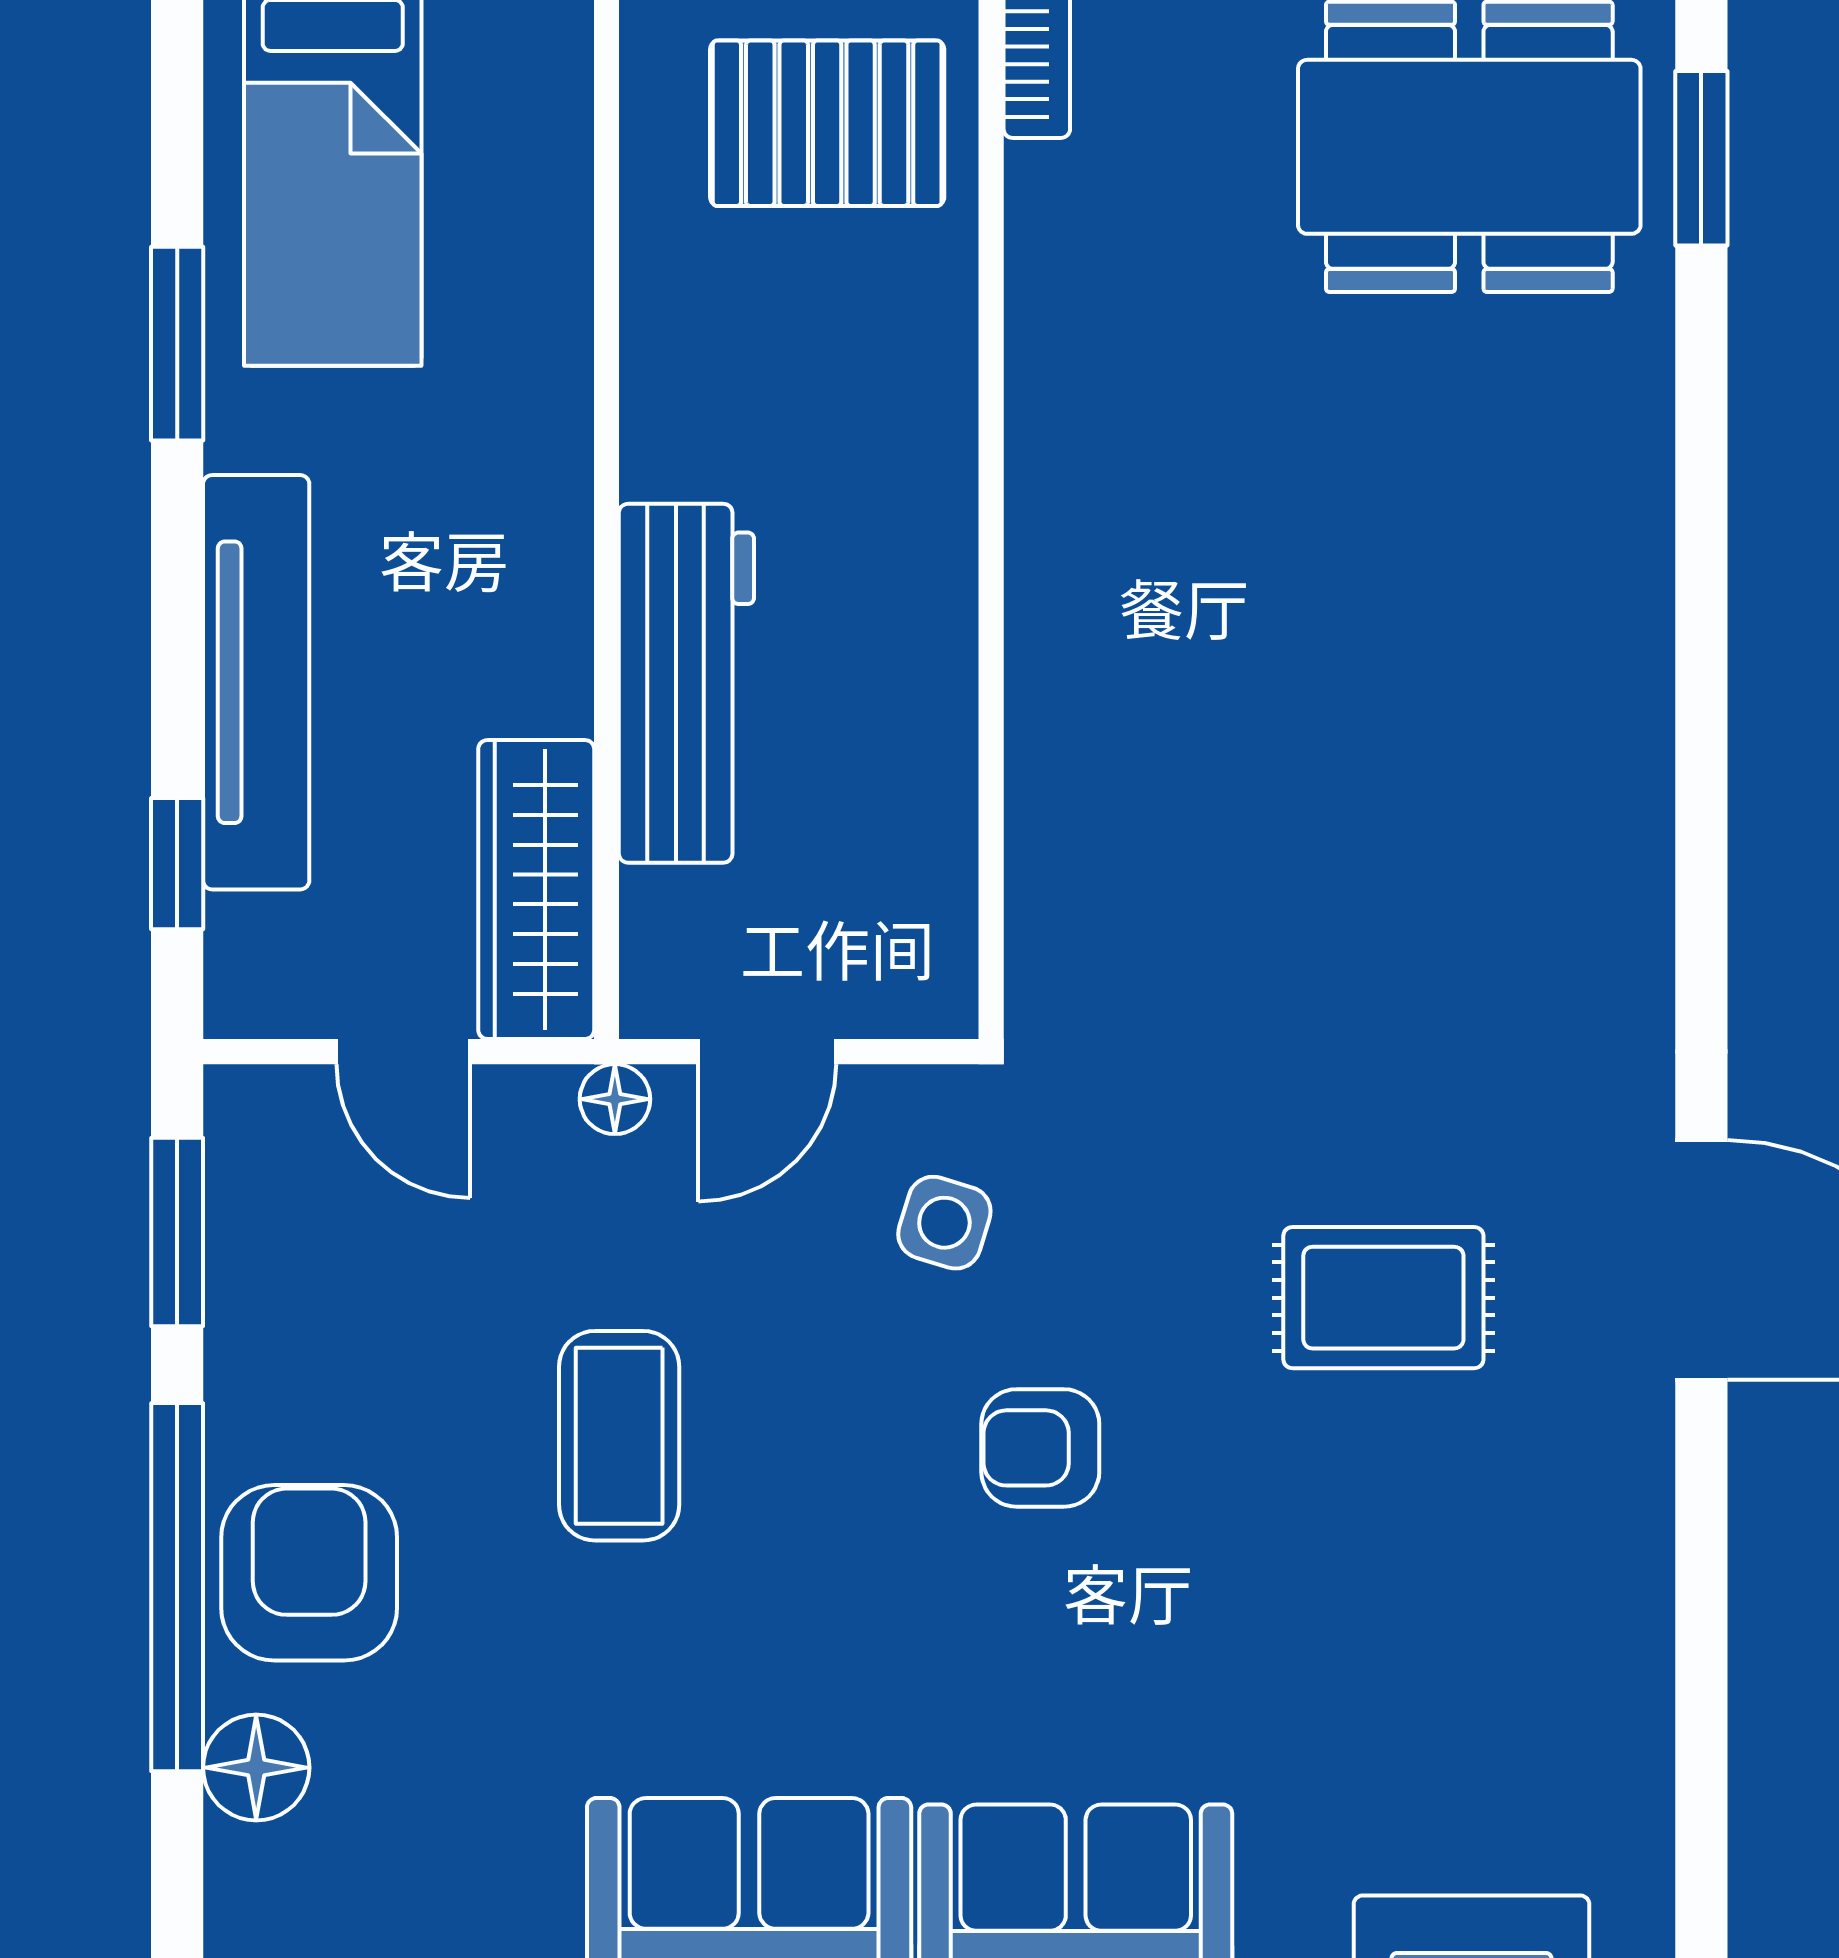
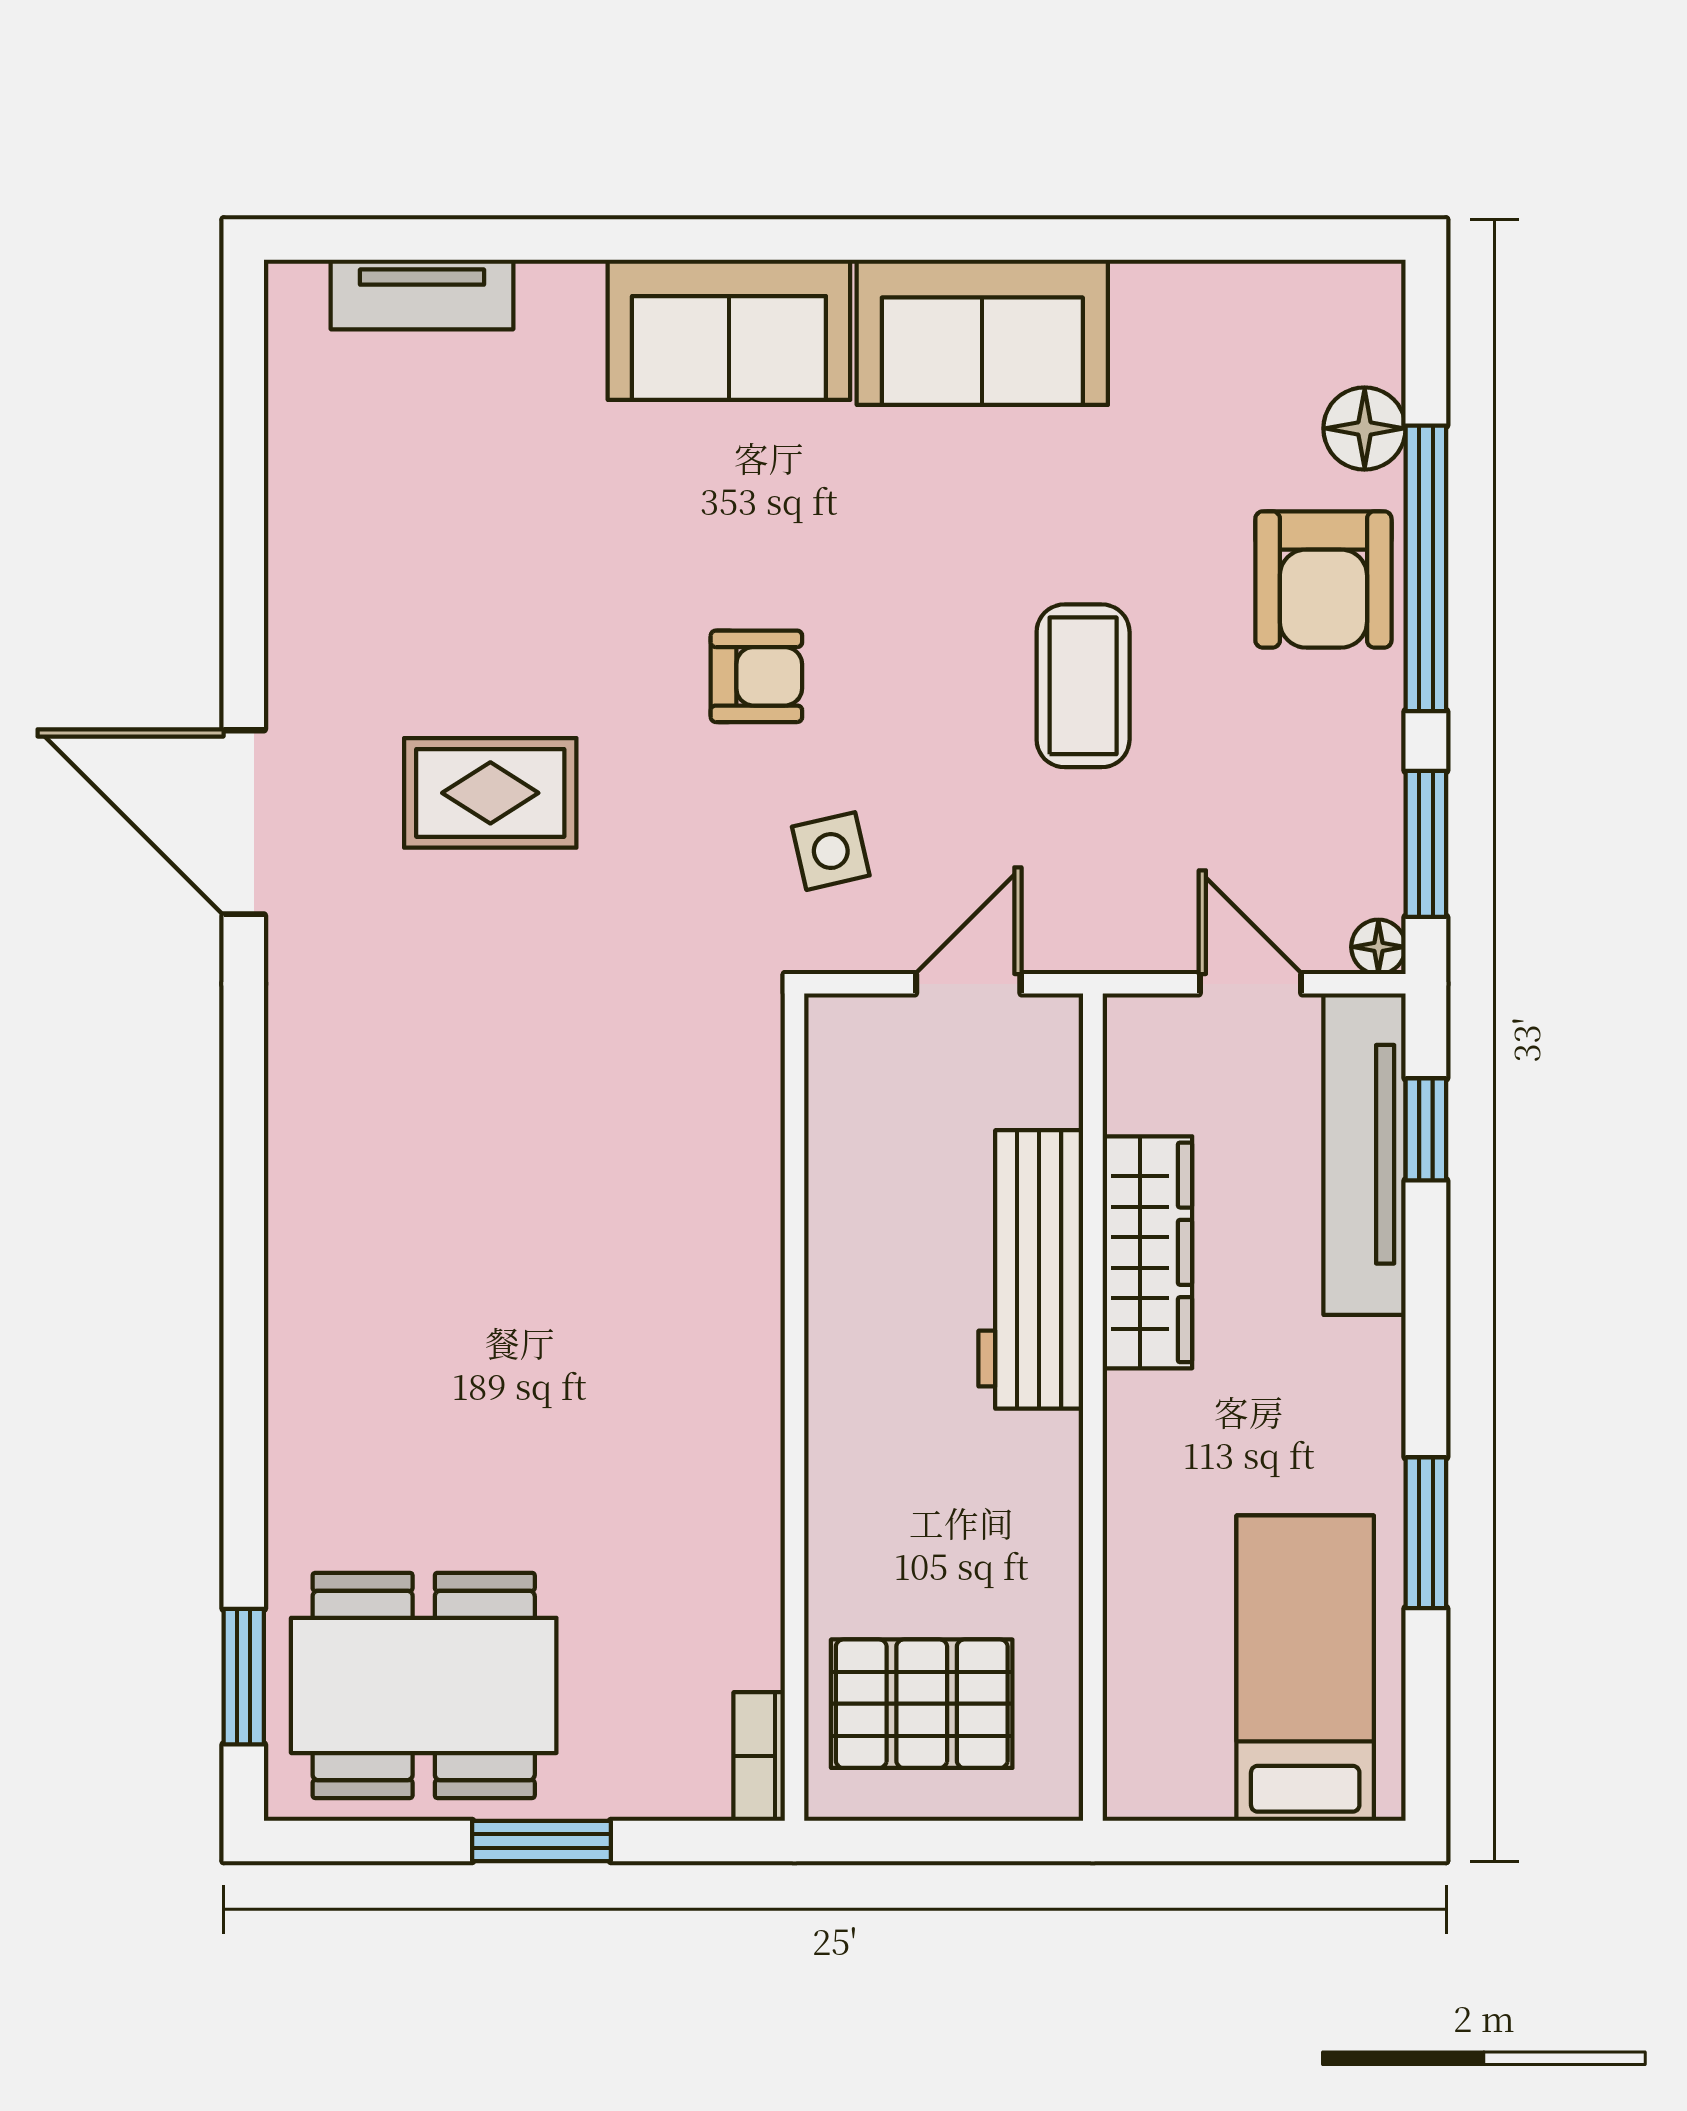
tv unit: (256, 682) -> (1365, 1154), moved
wardrobe: (536, 889) -> (1147, 1252), moved
floor lamp: (615, 1099) -> (1378, 947), moved
side table: (944, 1223) -> (831, 851), turned -30

